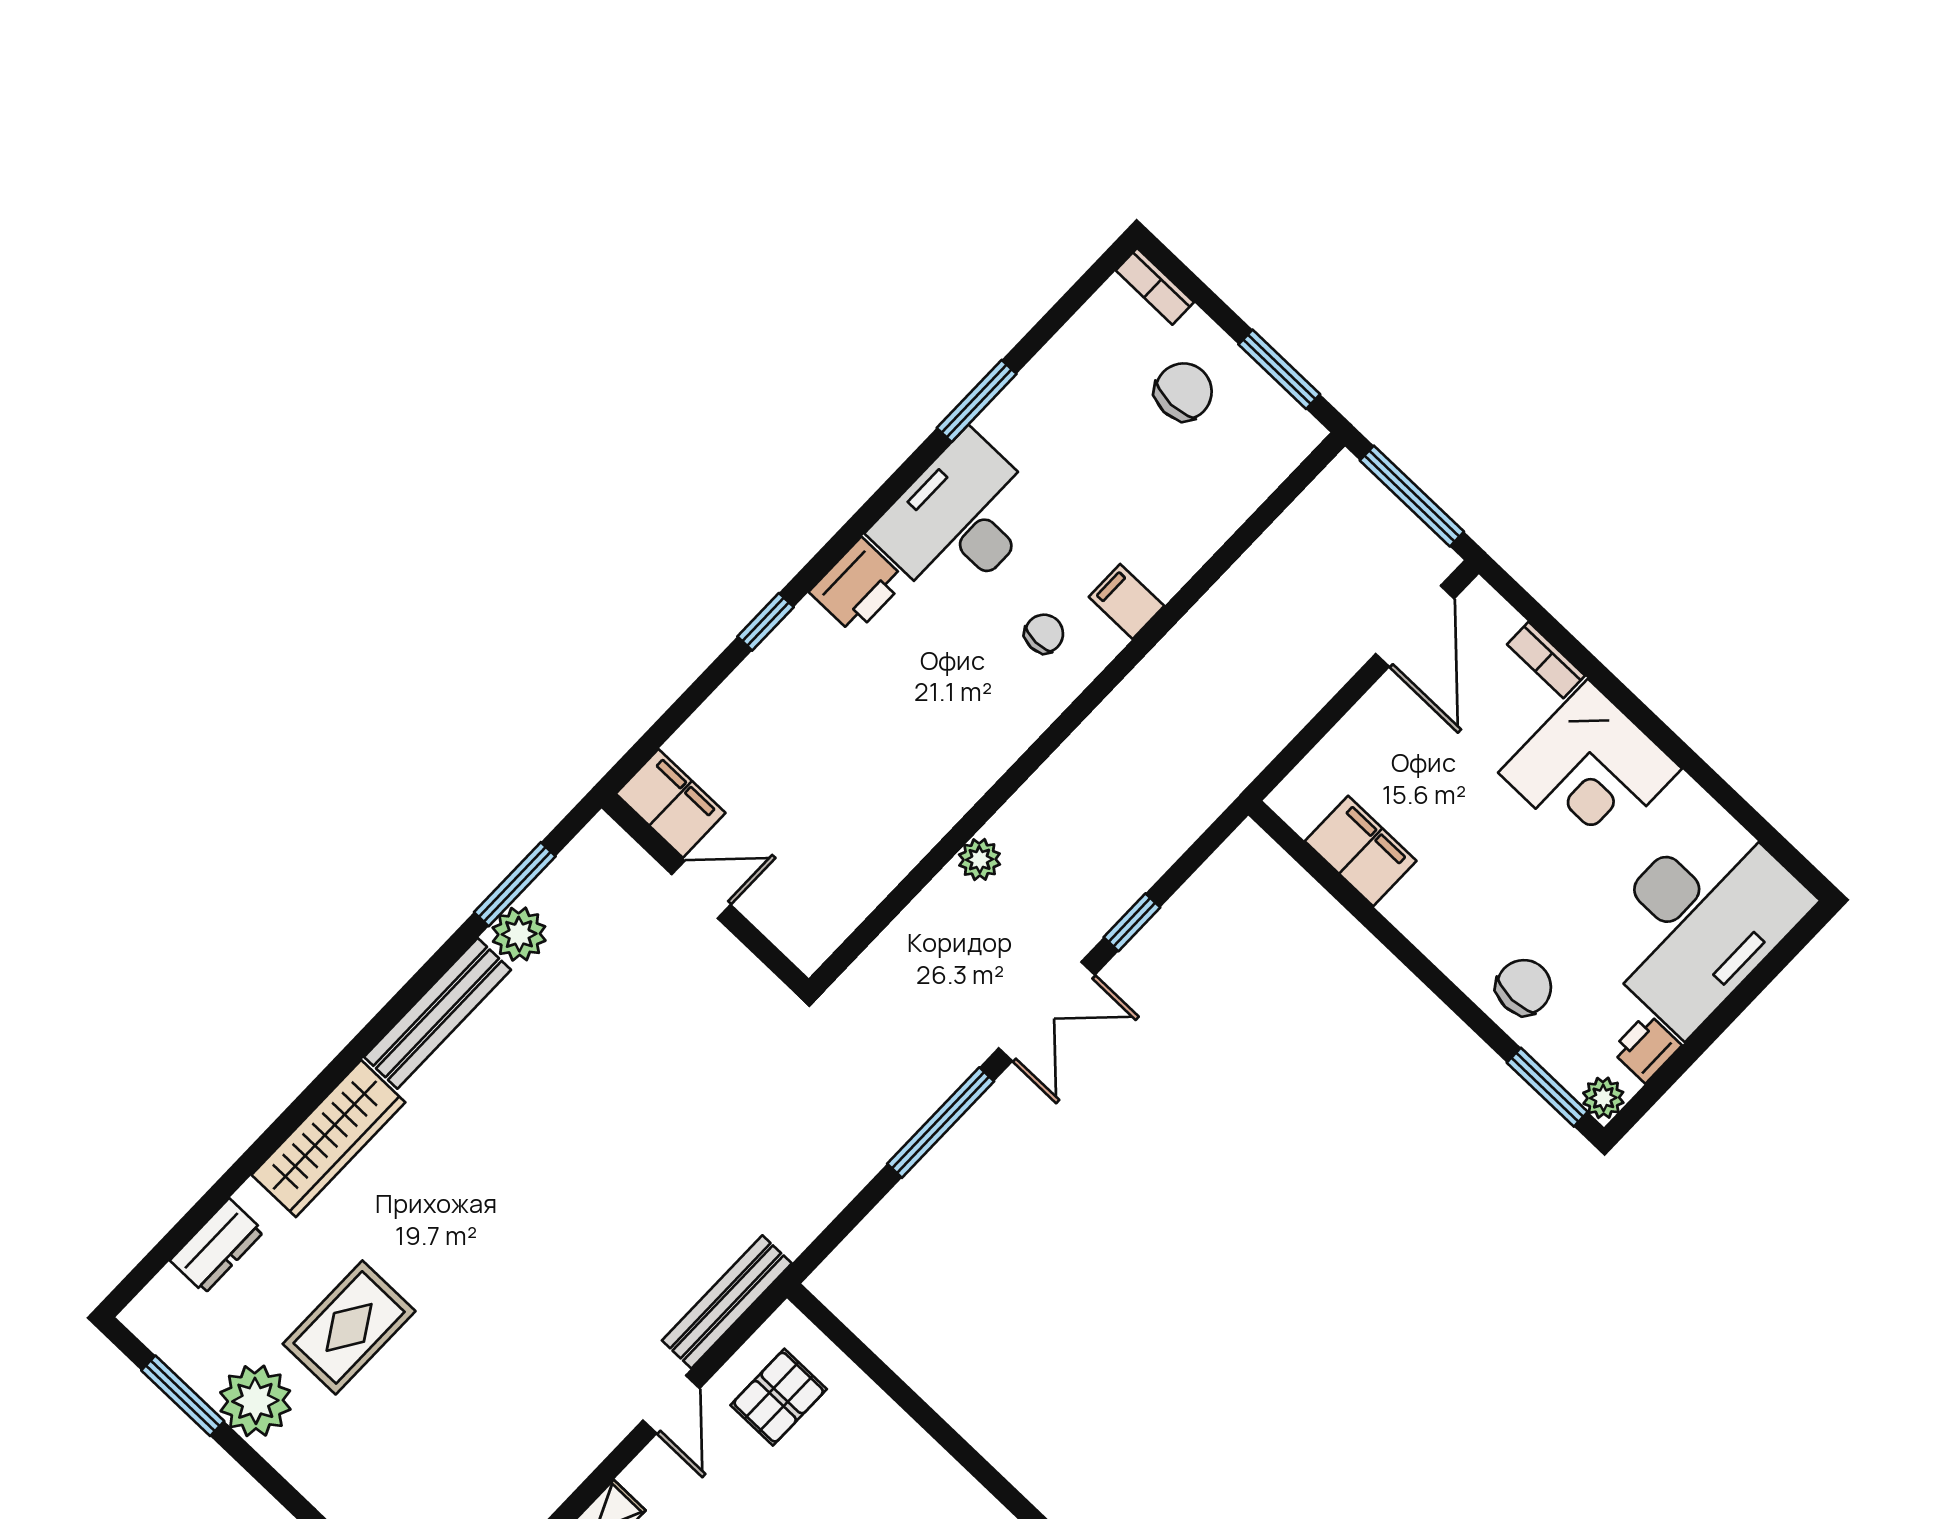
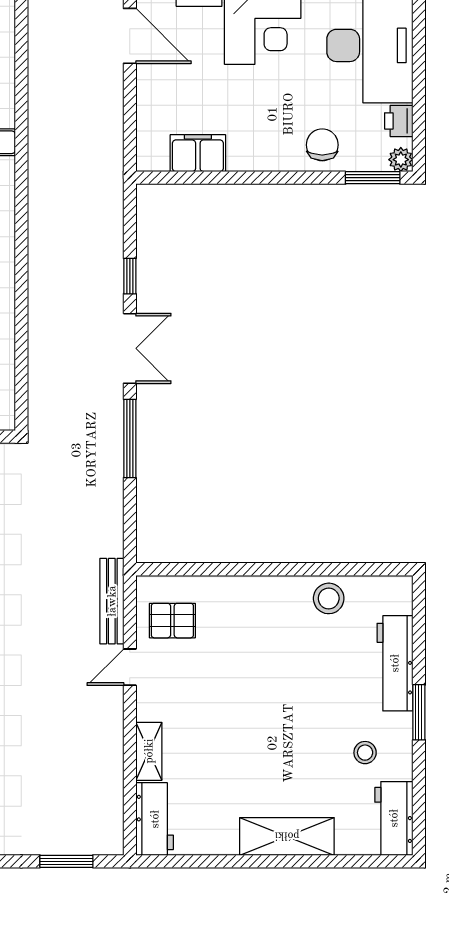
plant: (980, 860) -> (40, 311), removed
pallet: (779, 1397) -> (172, 621), turned 90
door: (671, 1404) -> (130, 667), swing flipped

